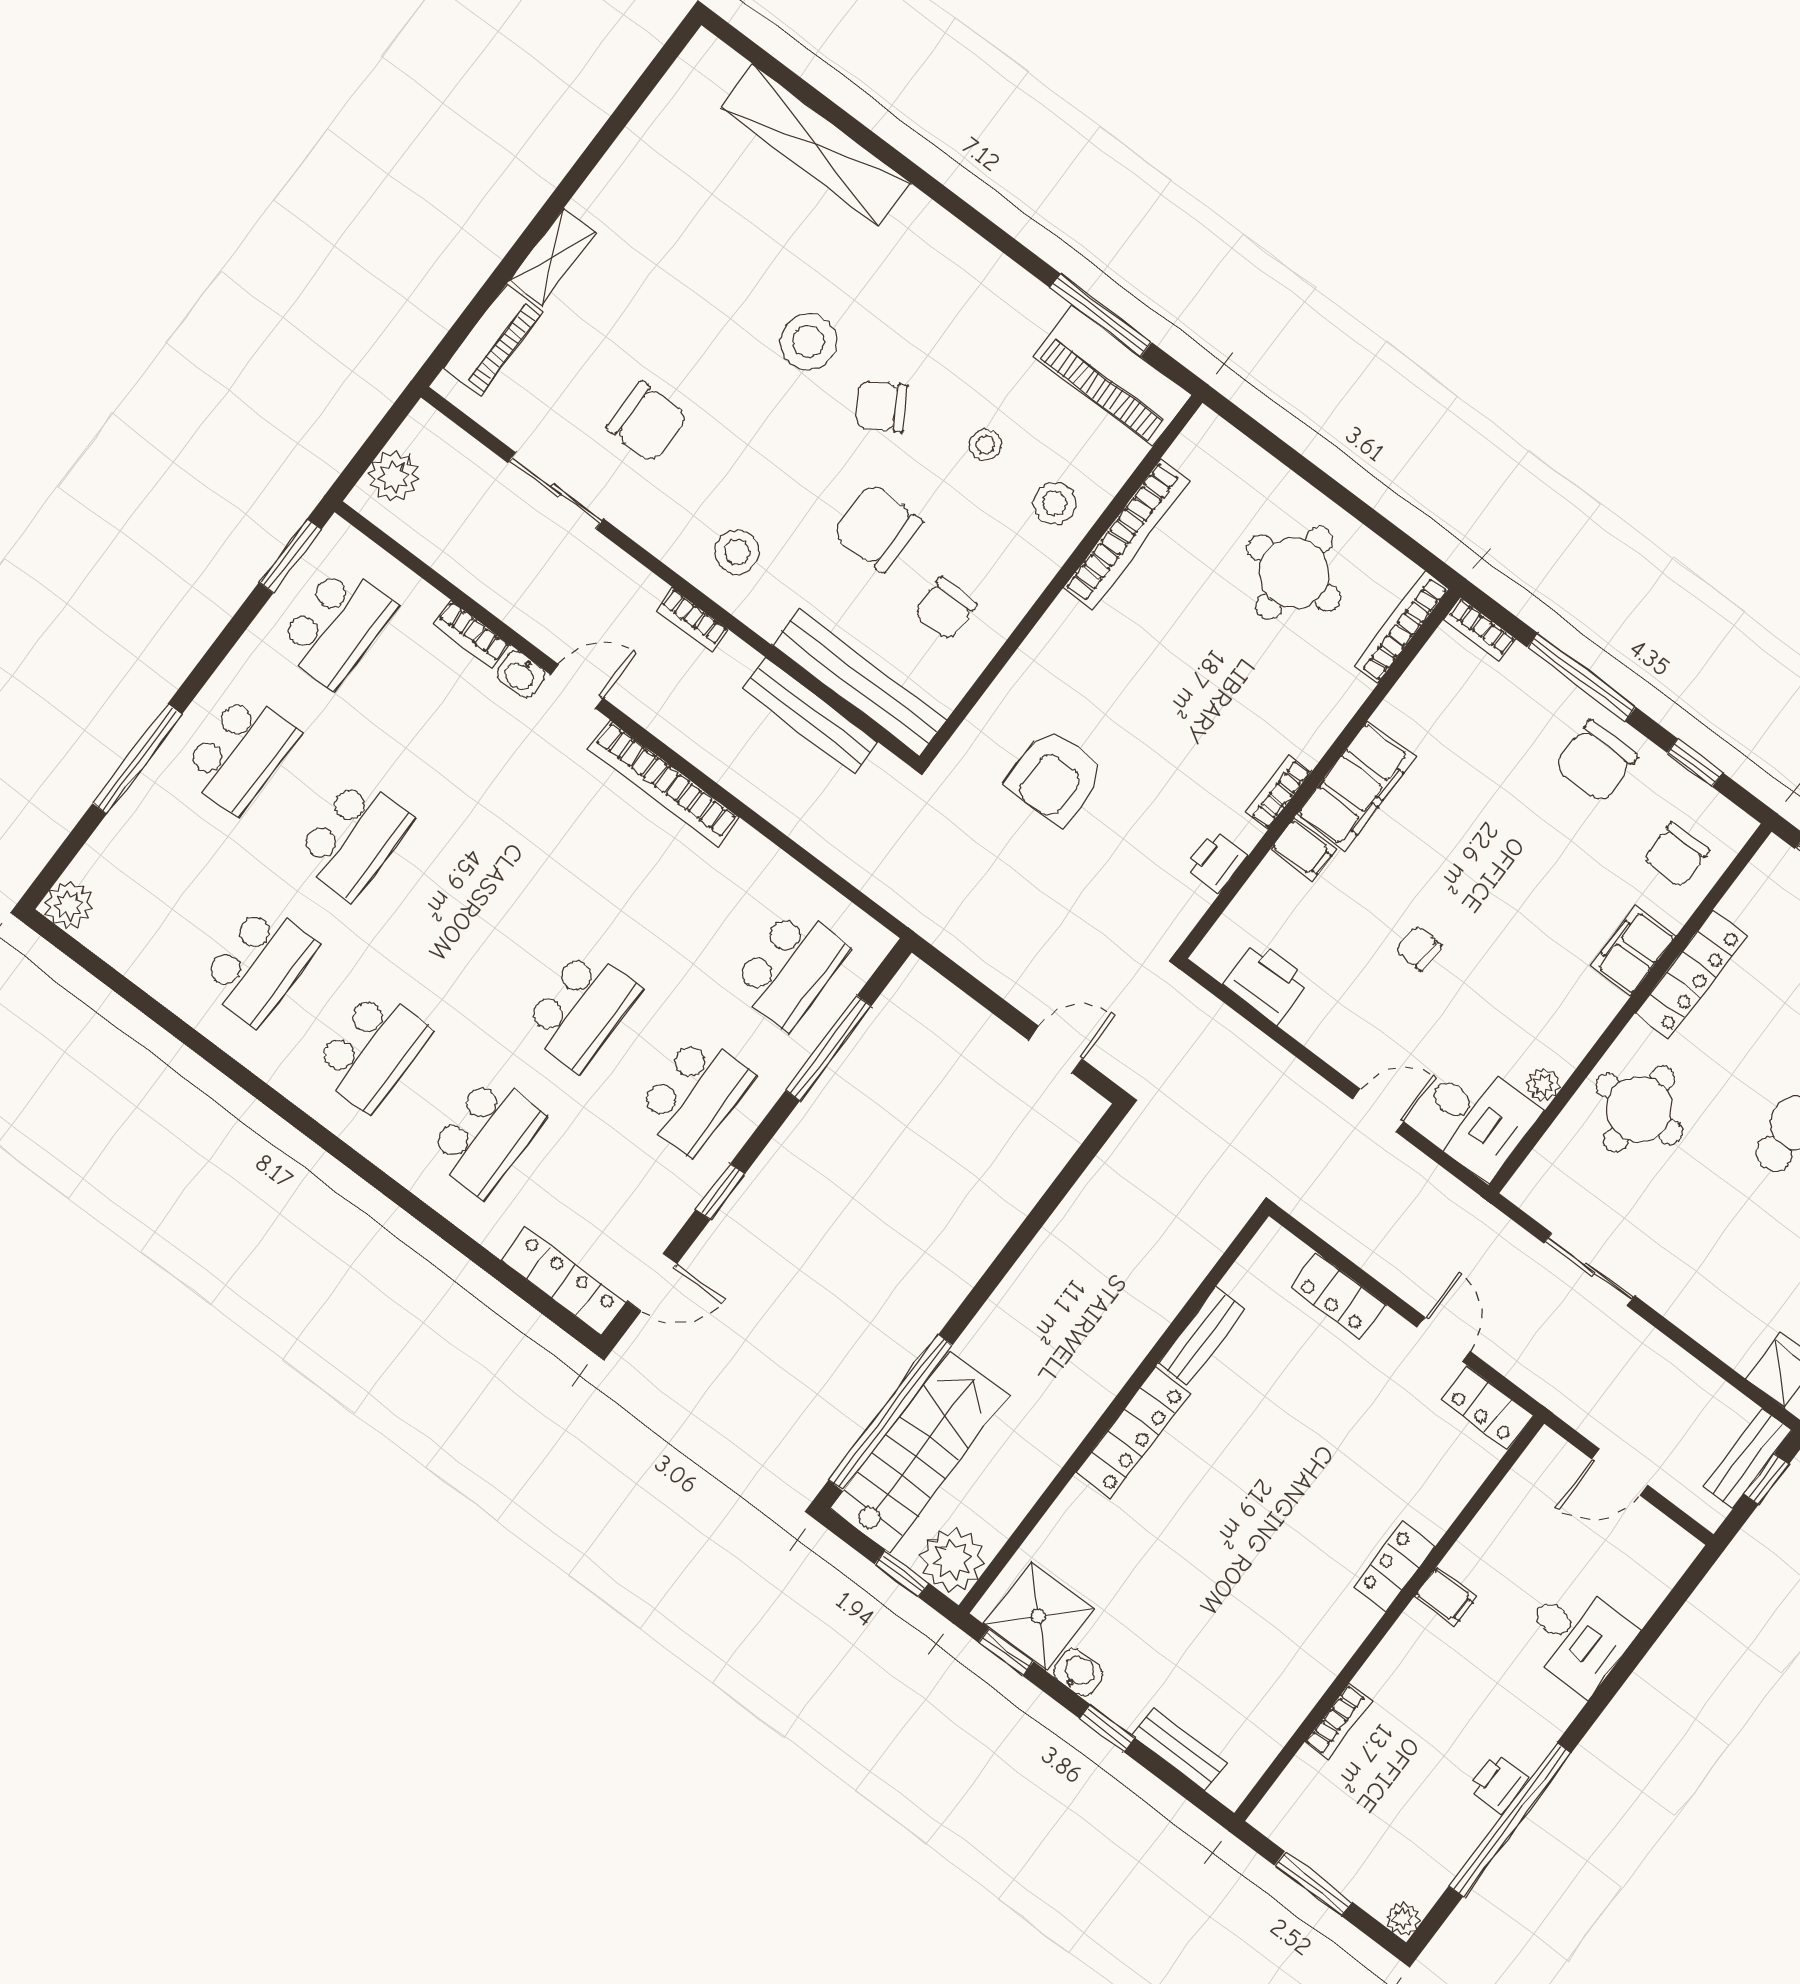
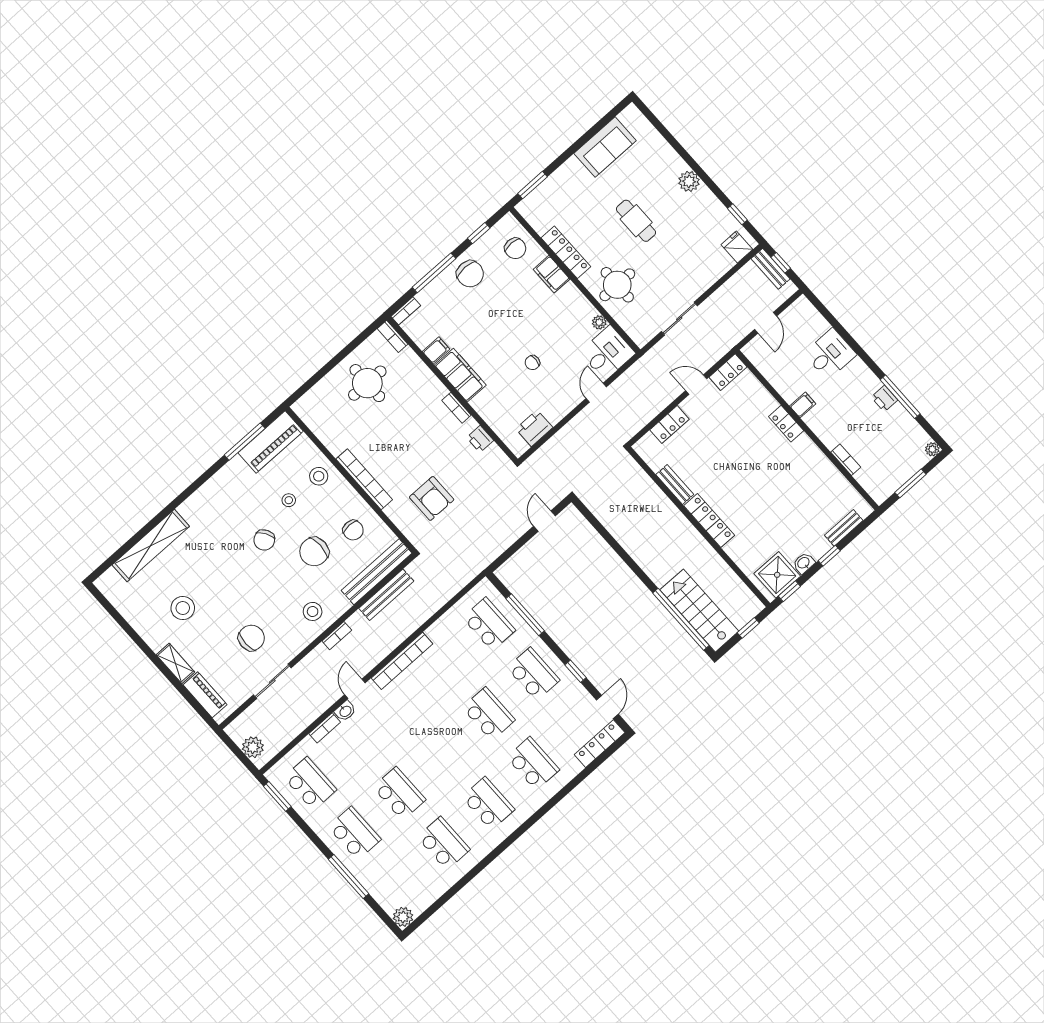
stool: (808, 342) -> (183, 608), moved
bookcase: (1126, 535) -> (364, 479), moved
bookcase: (1402, 627) -> (392, 336), width x0.64
filing cabinet: (1303, 849) -> (436, 350), moved
plant: (952, 1560) -> (747, 606), removed
window: (1510, 1819) -> (900, 397), width x0.68

